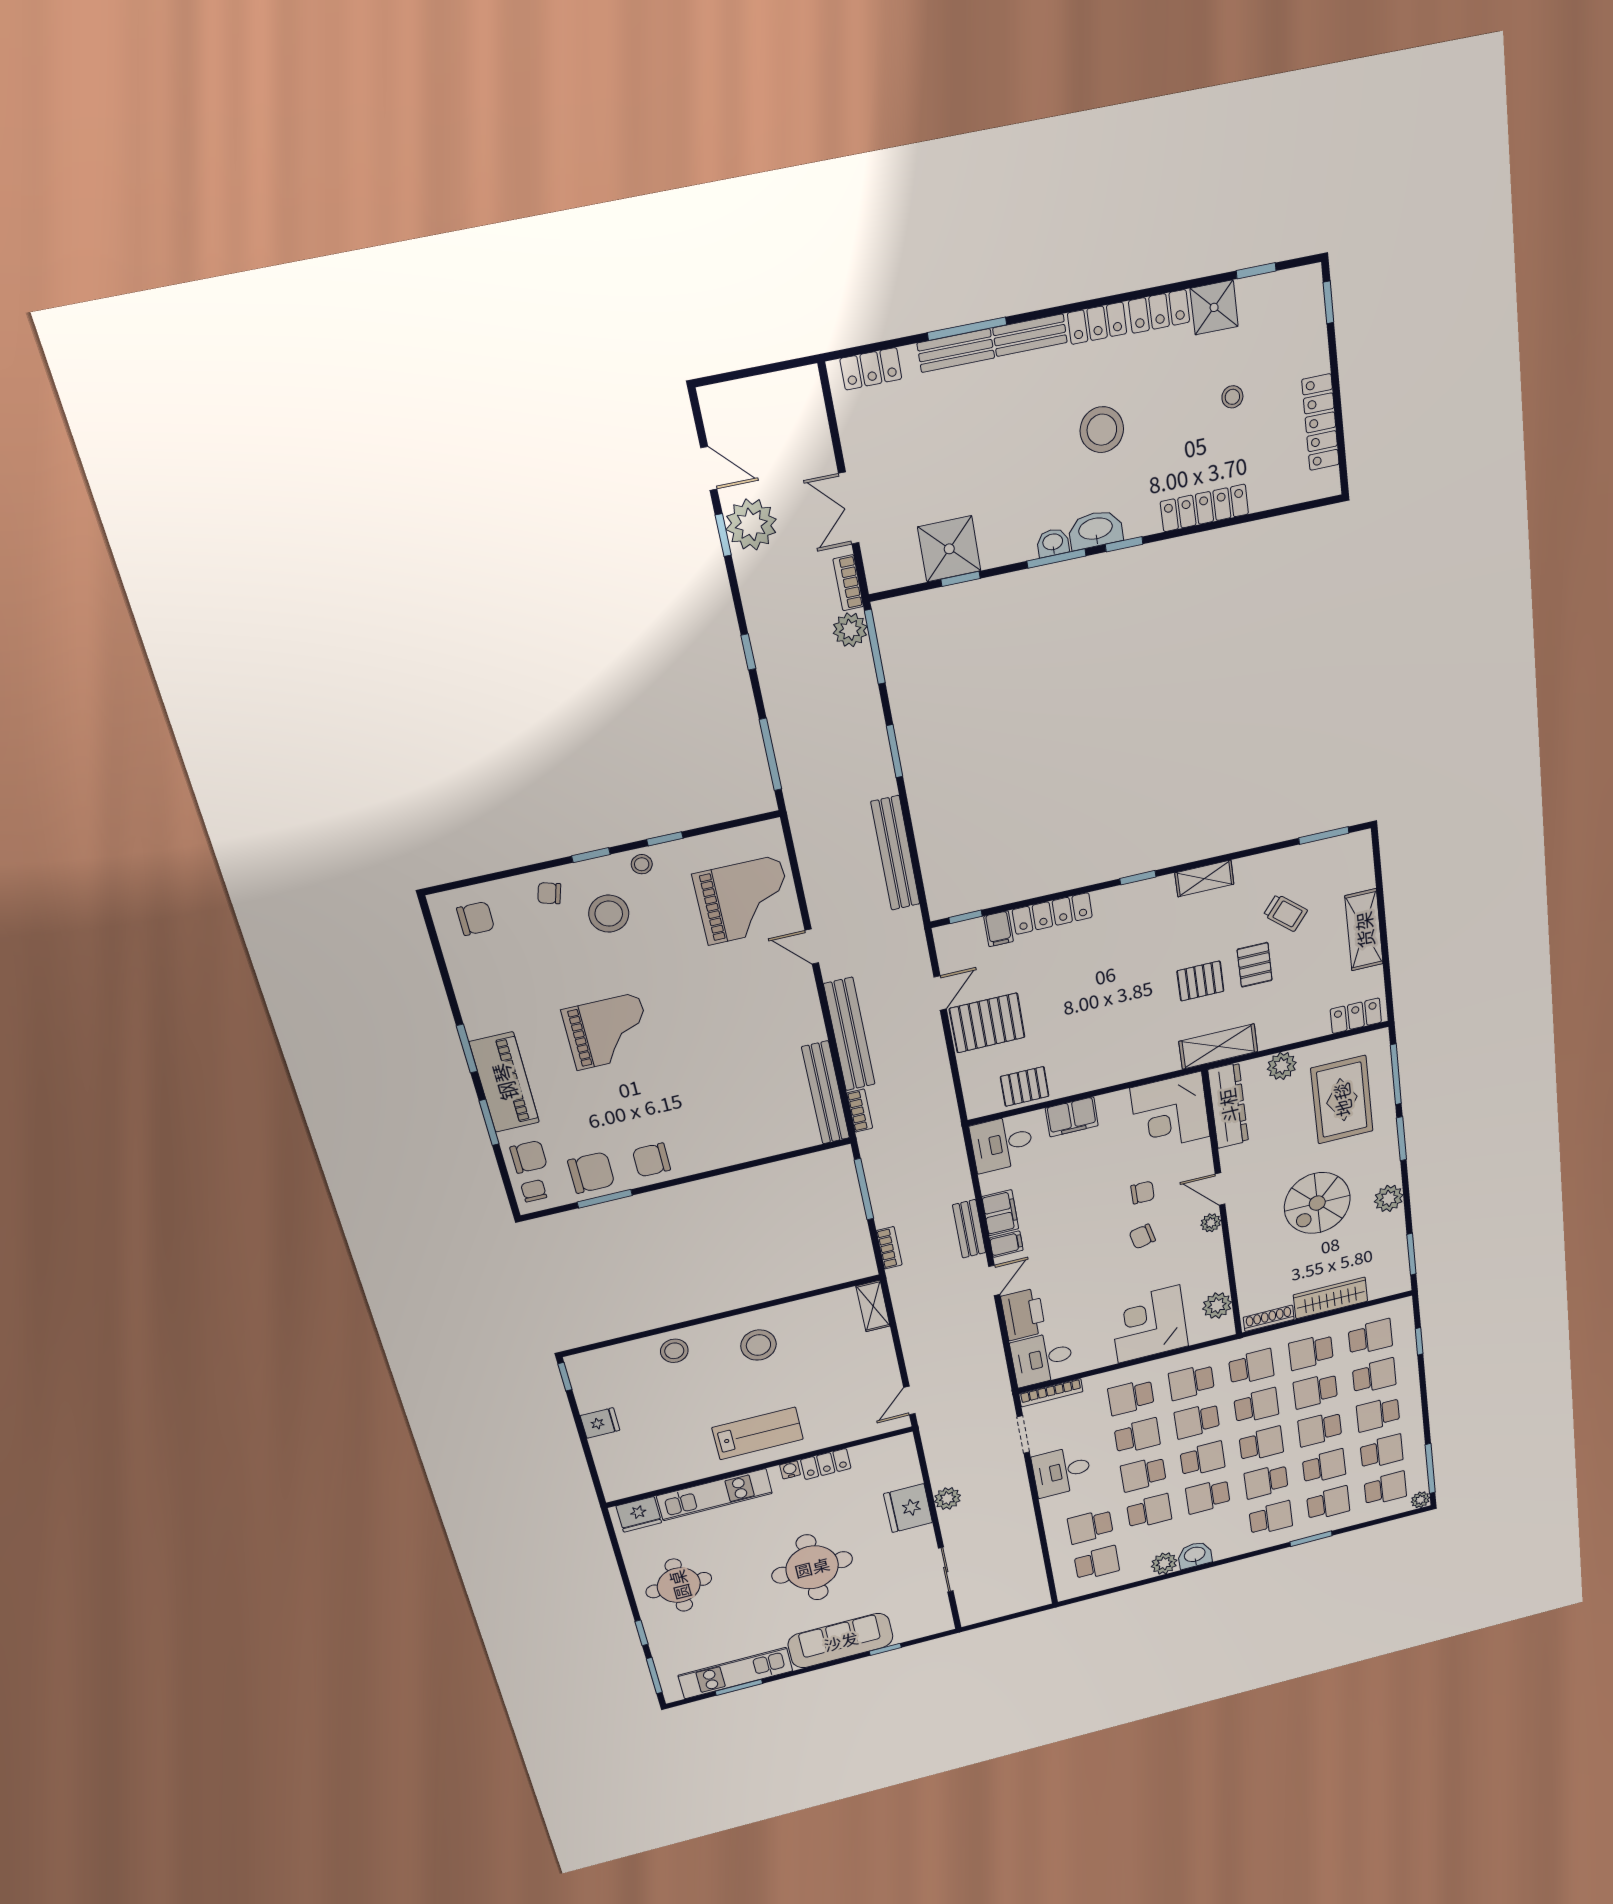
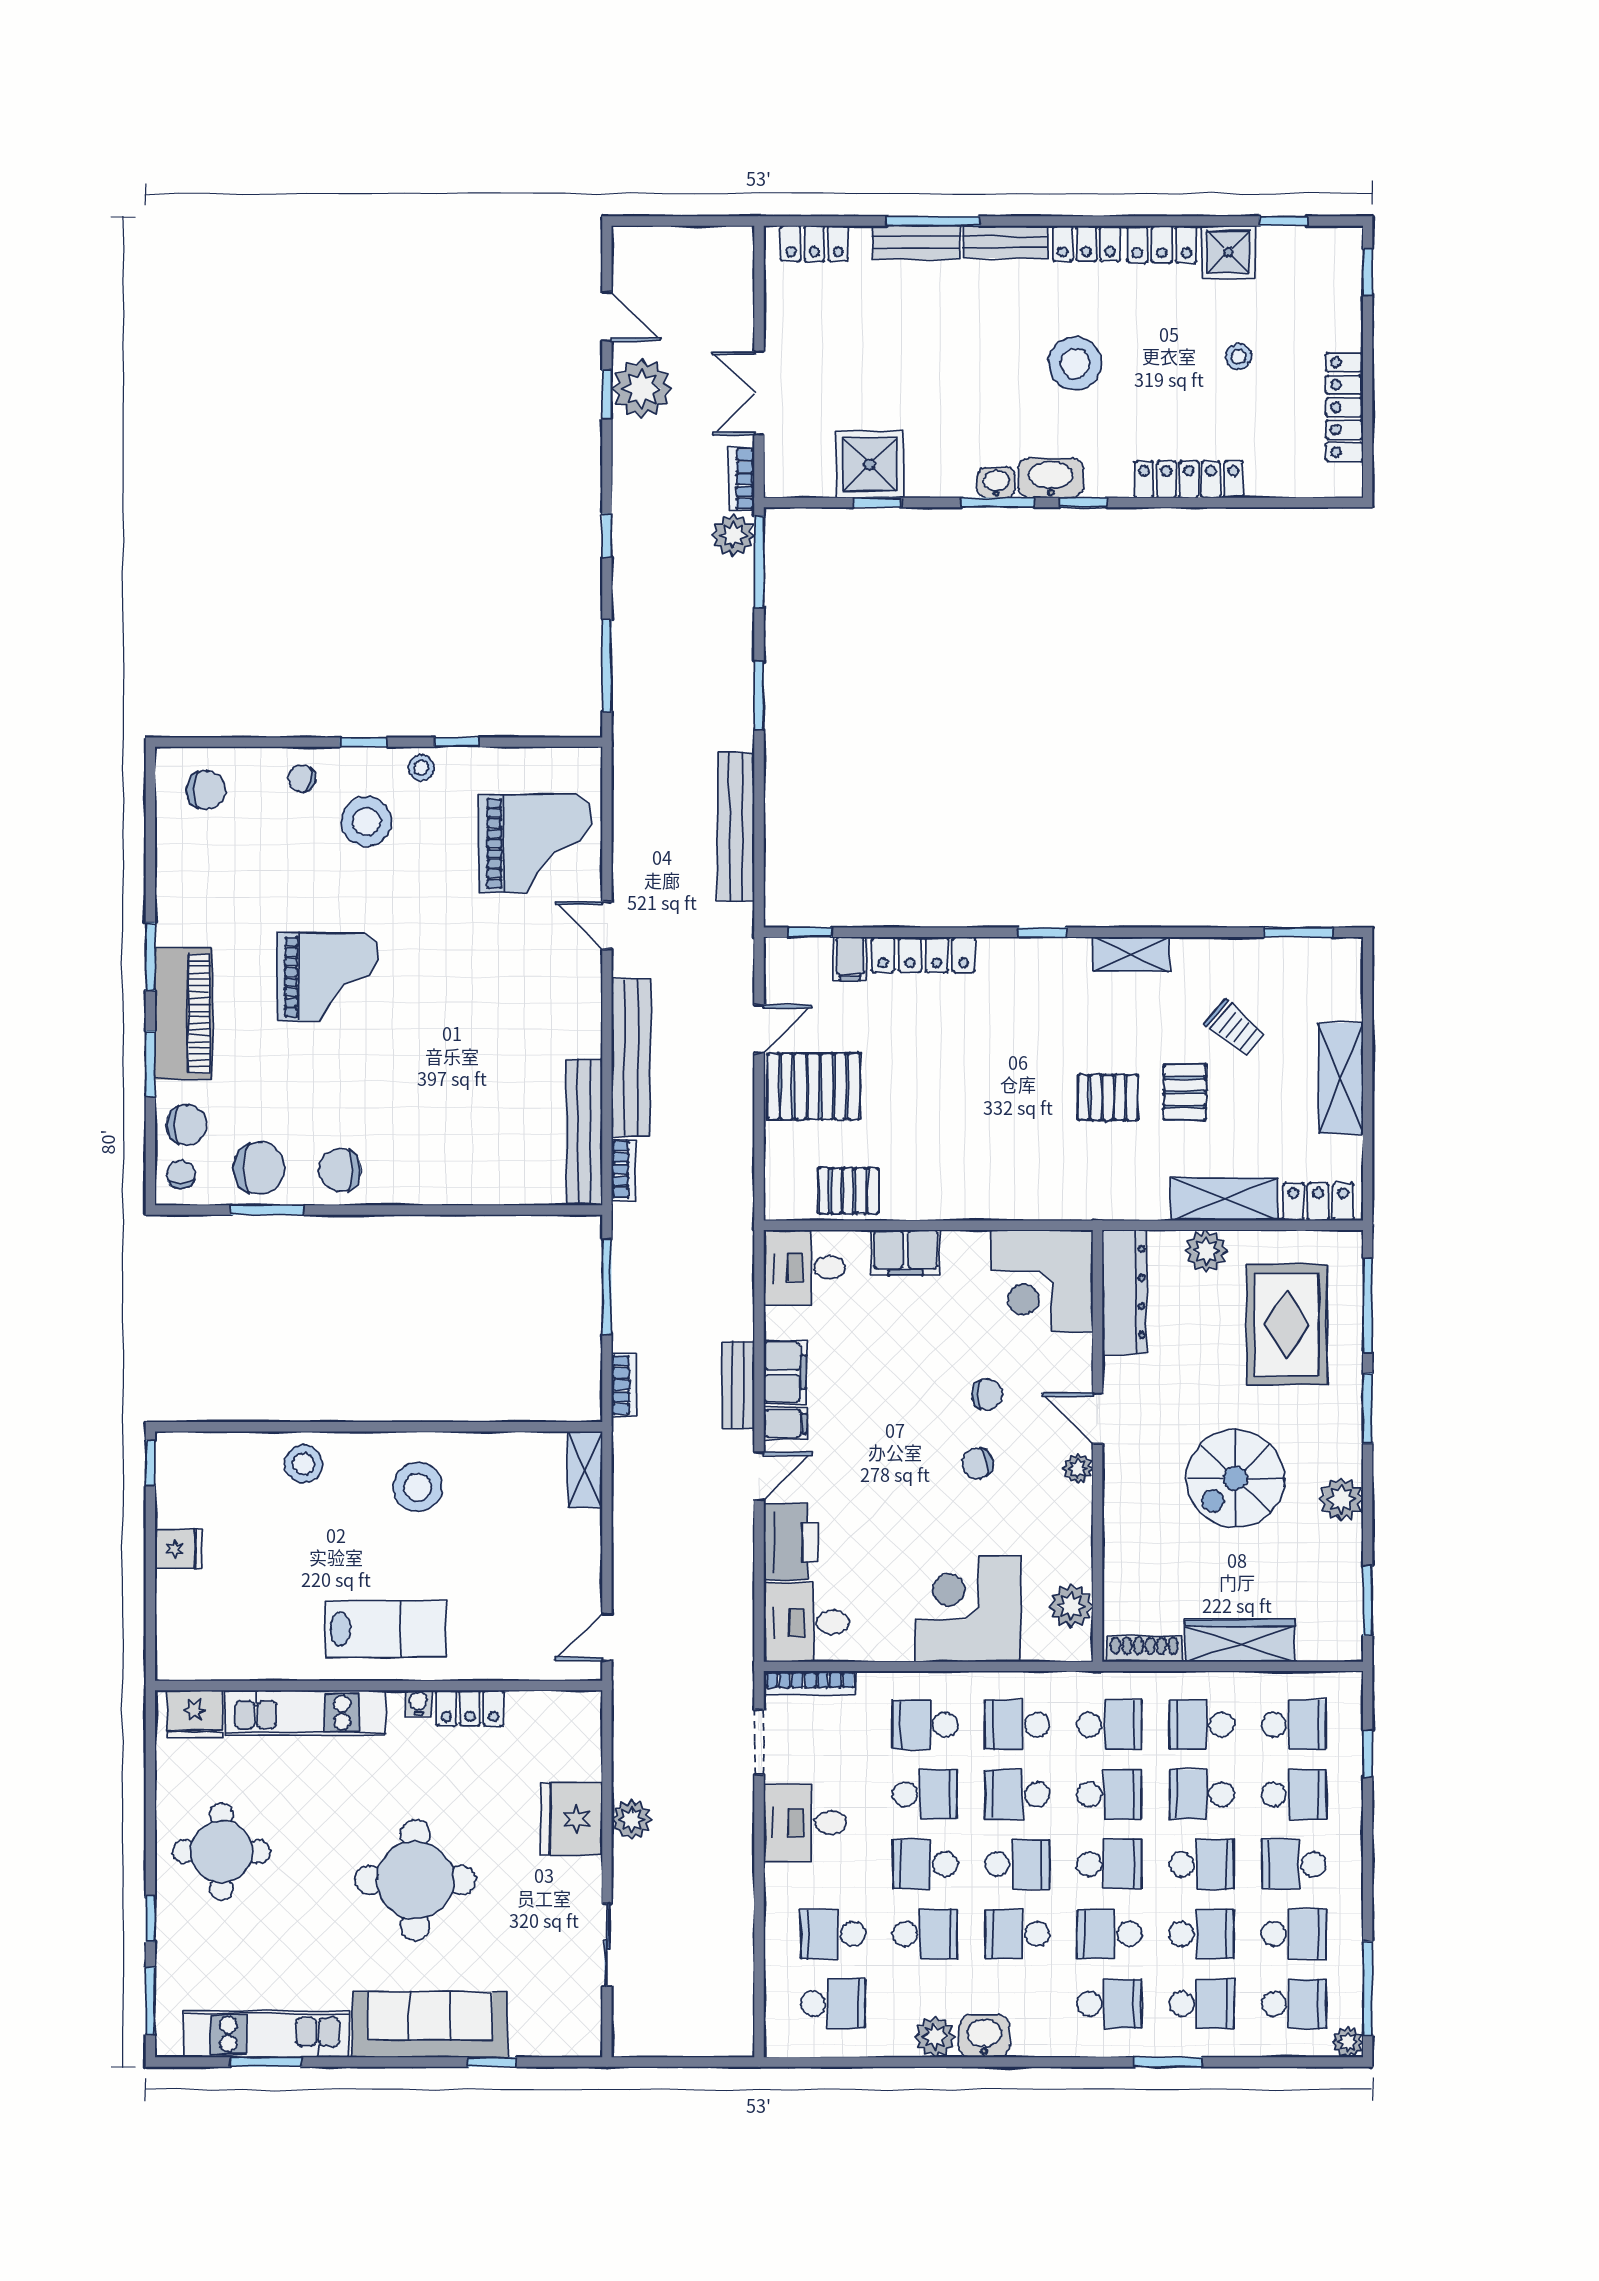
shelving: (1218, 1046) -> (1224, 1199), moved
school desk: (1320, 1429) -> (1202, 1864), turned 180

